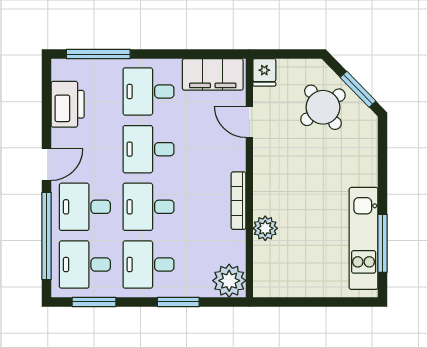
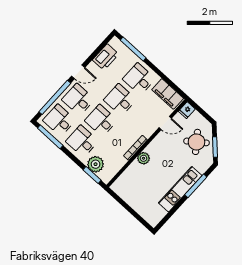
door: (249, 122) -> (165, 123), swing flipped
plant: (265, 228) -> (144, 158), moved
kitchen unit: (364, 238) -> (180, 189), moved
window: (383, 243) -> (196, 186), moved
plant: (229, 281) -> (96, 164), moved
window: (94, 302) -> (50, 137), width x1.44
window: (178, 302) -> (92, 175), moved

